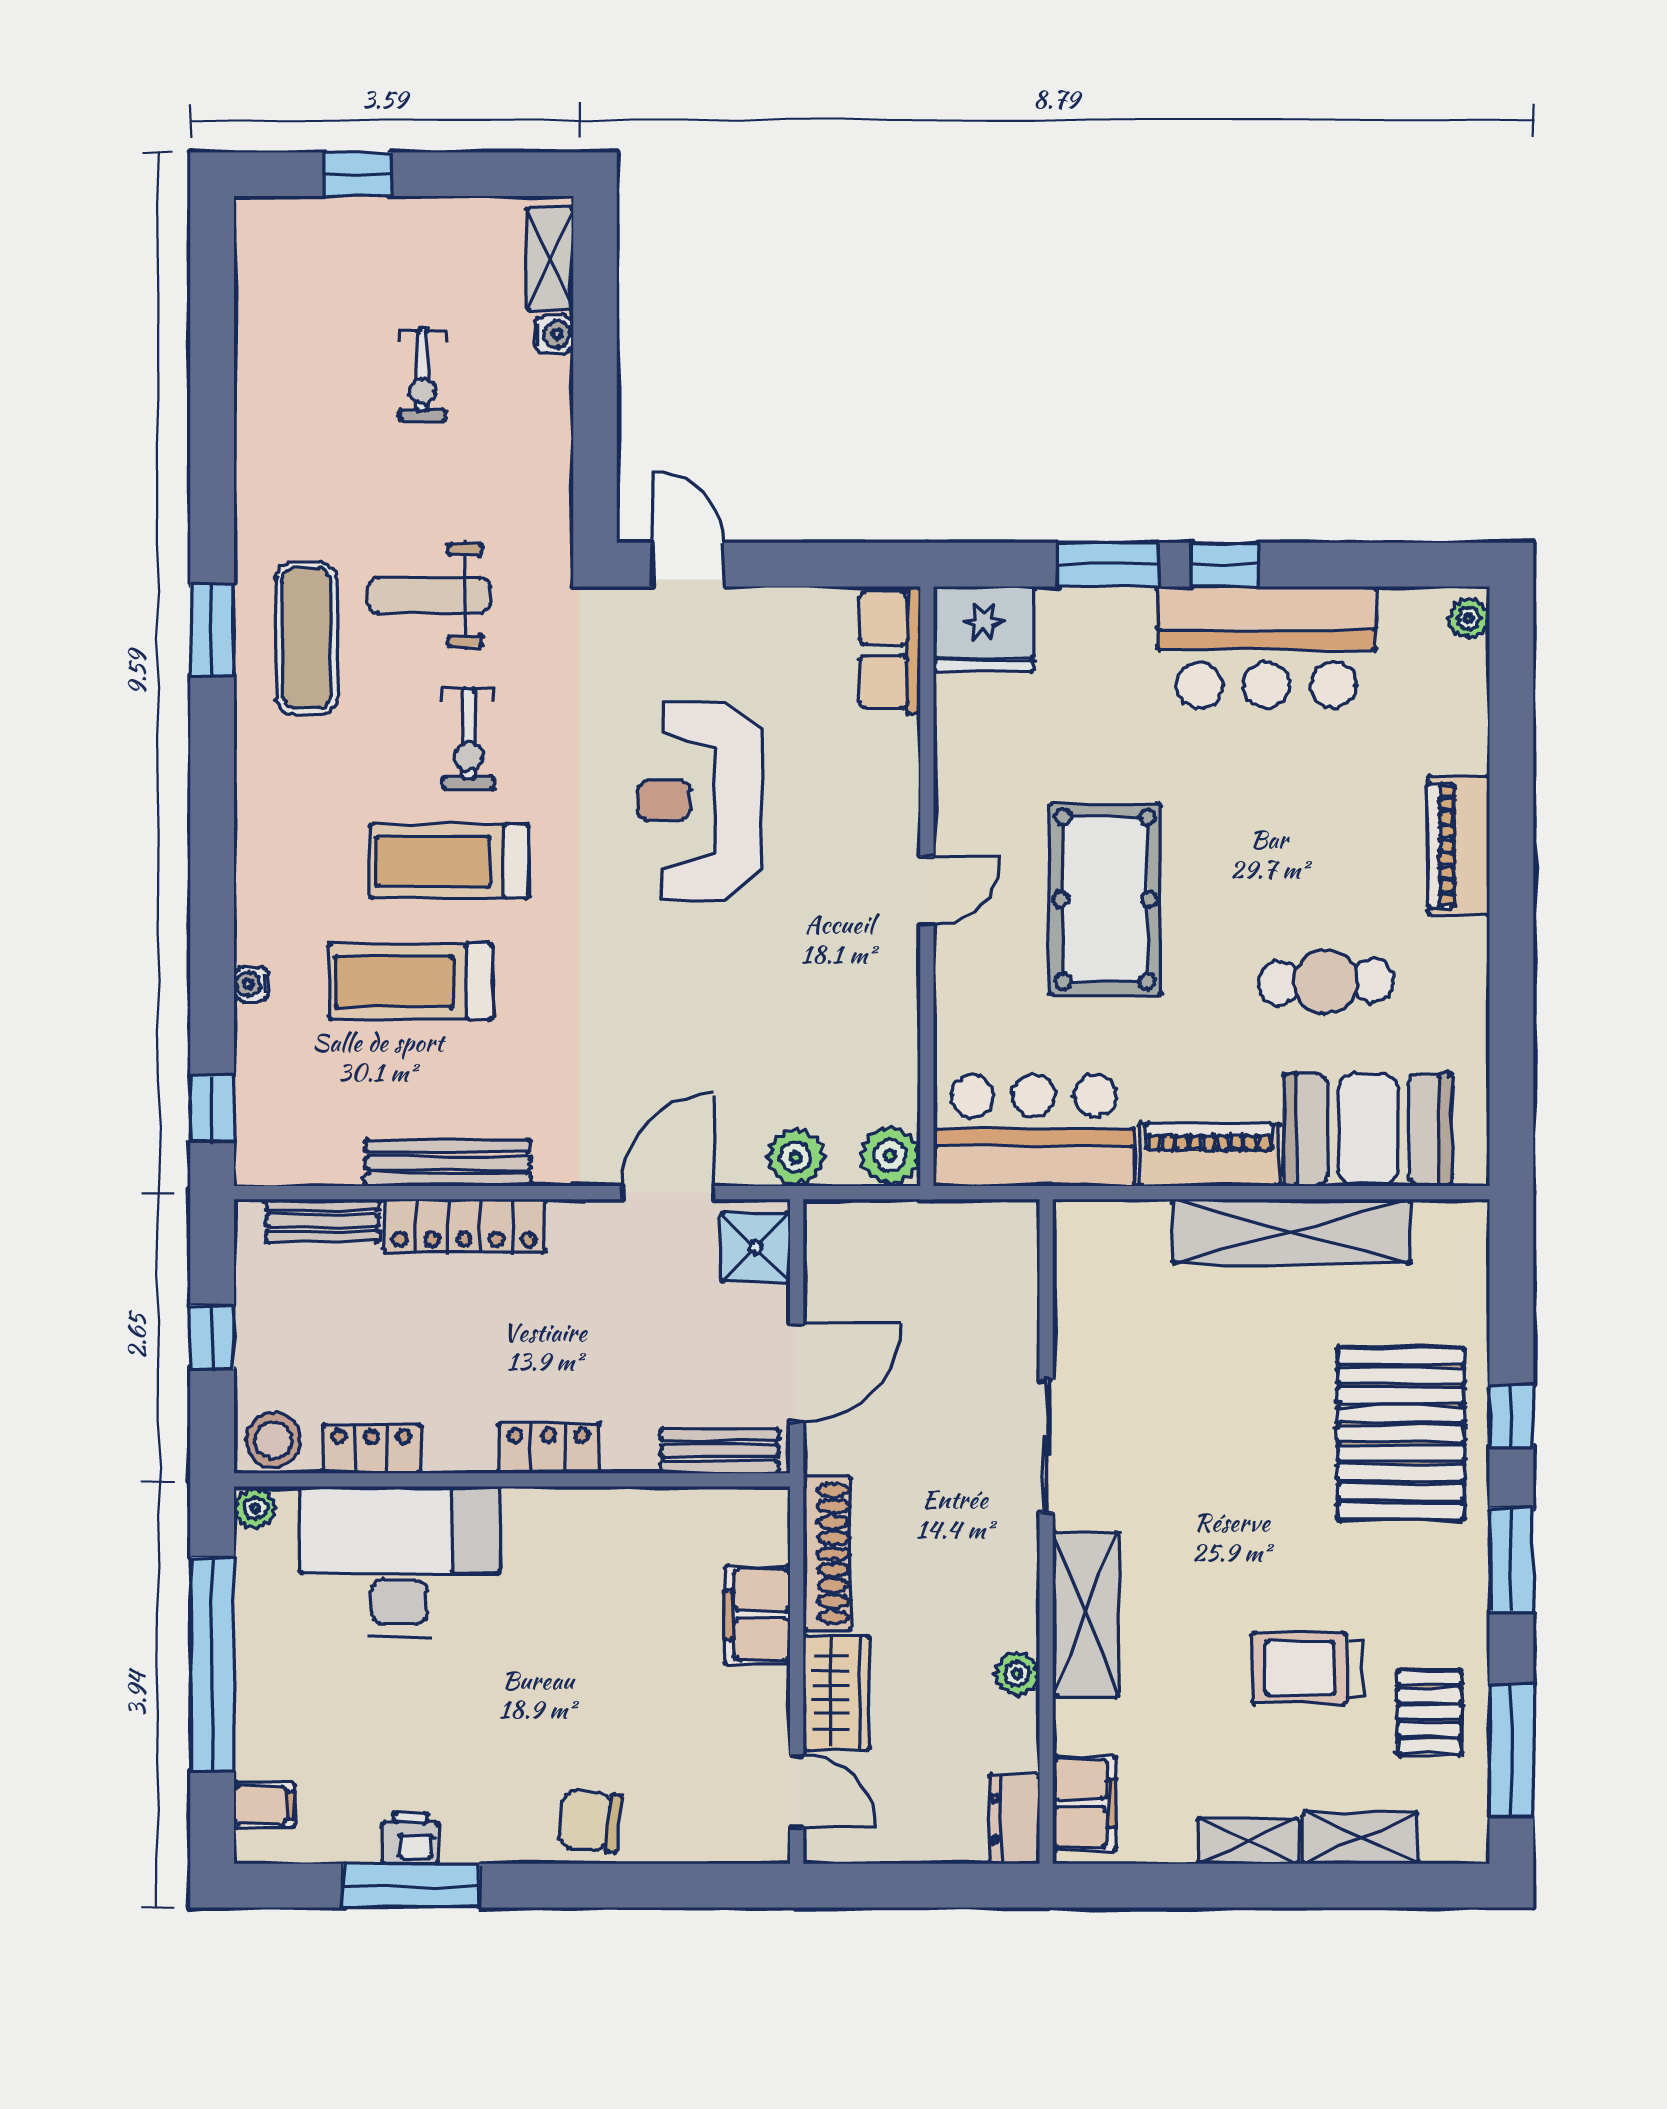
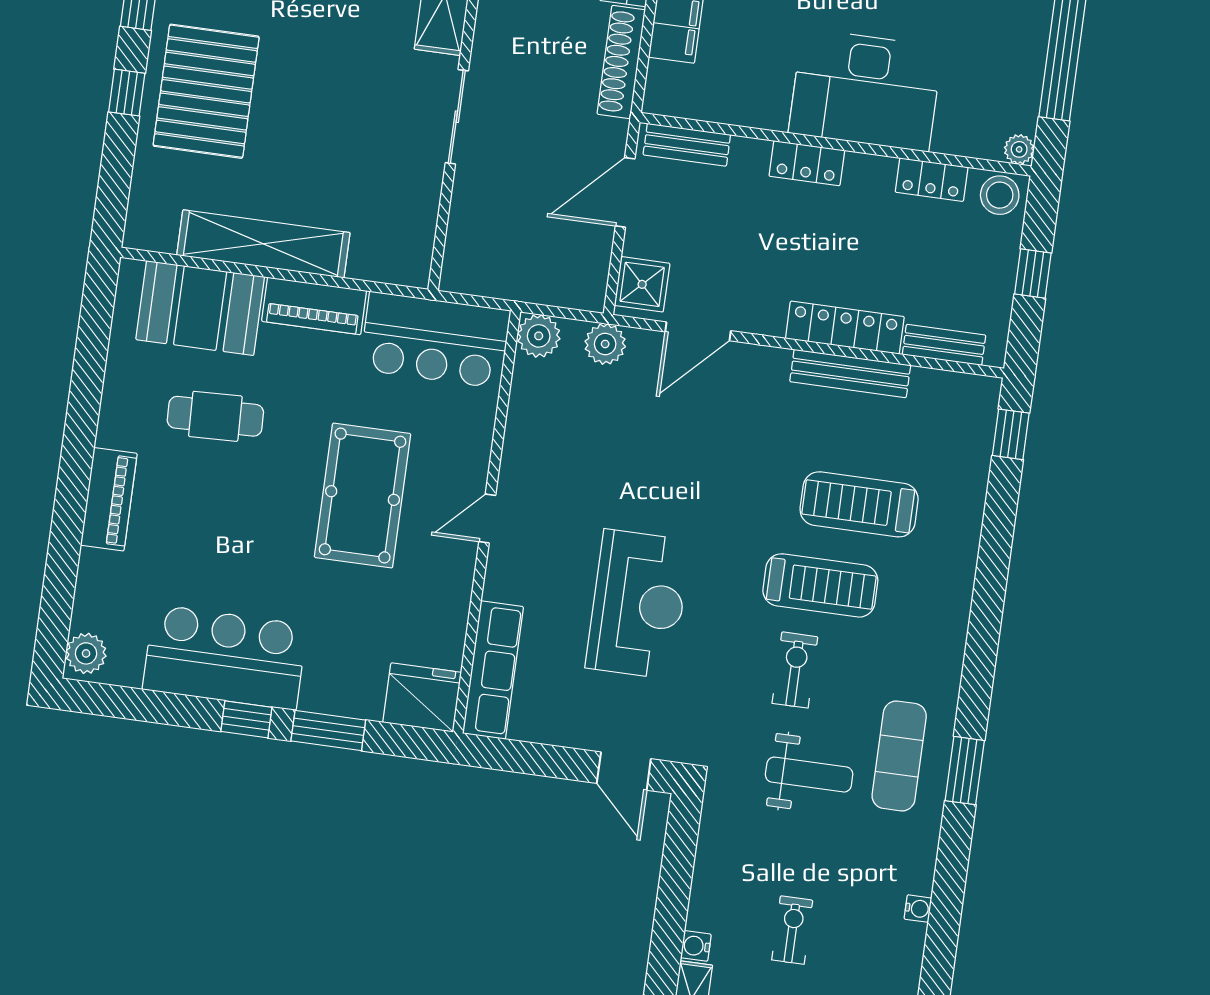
plant: (1469, 618) -> (86, 653), width x1.38, depth x1.38
row of seats: (890, 650) -> (493, 670), width x1.48
treadmill: (411, 982) -> (859, 504), turned 180
water cooler: (251, 984) -> (918, 909), moved
desk: (400, 1561) -> (865, 90), moved

